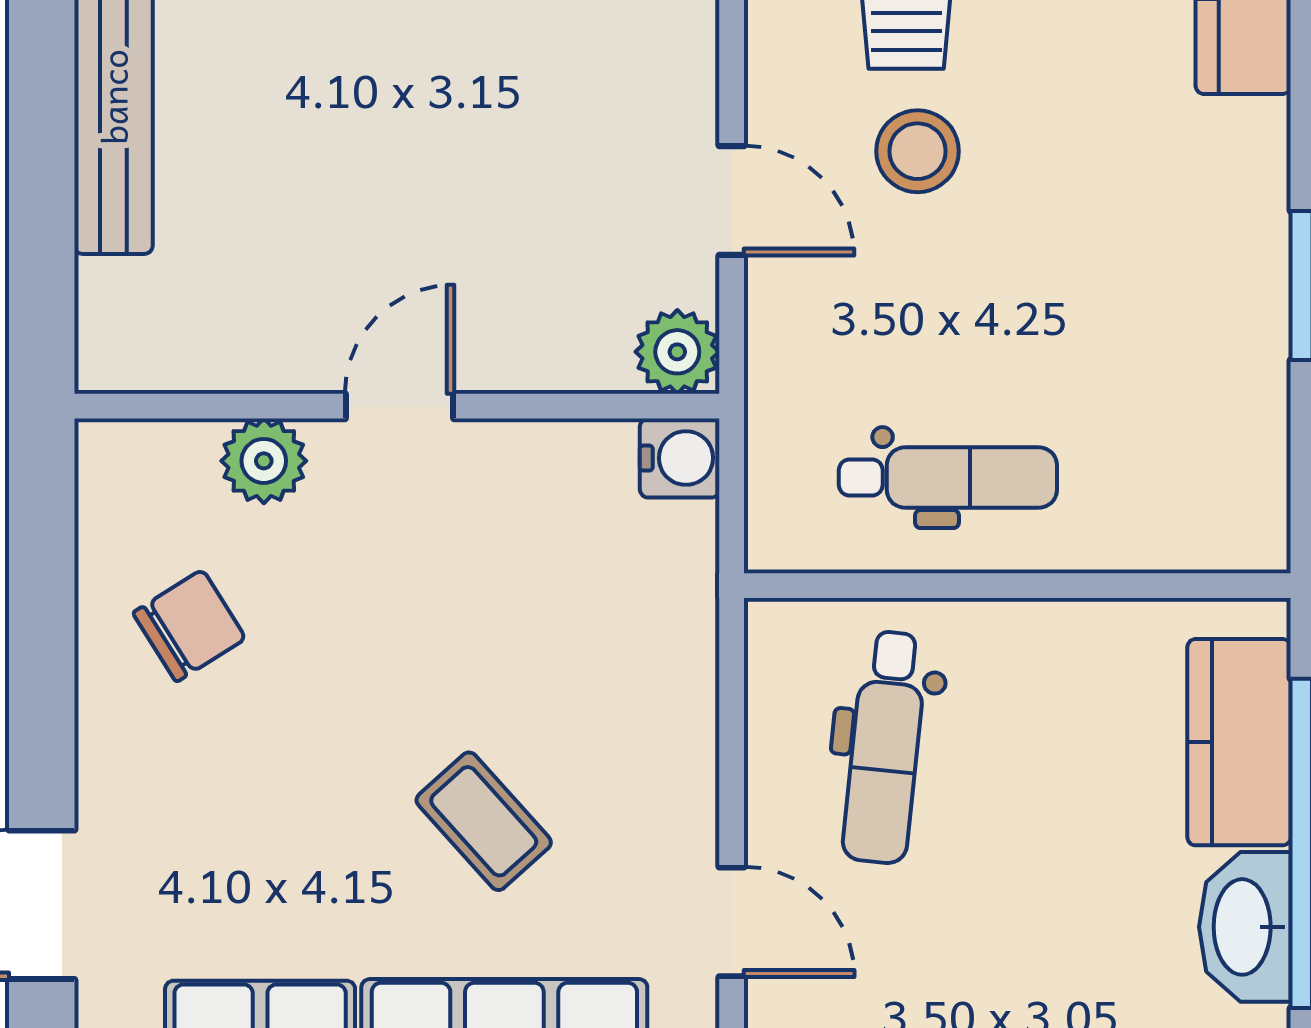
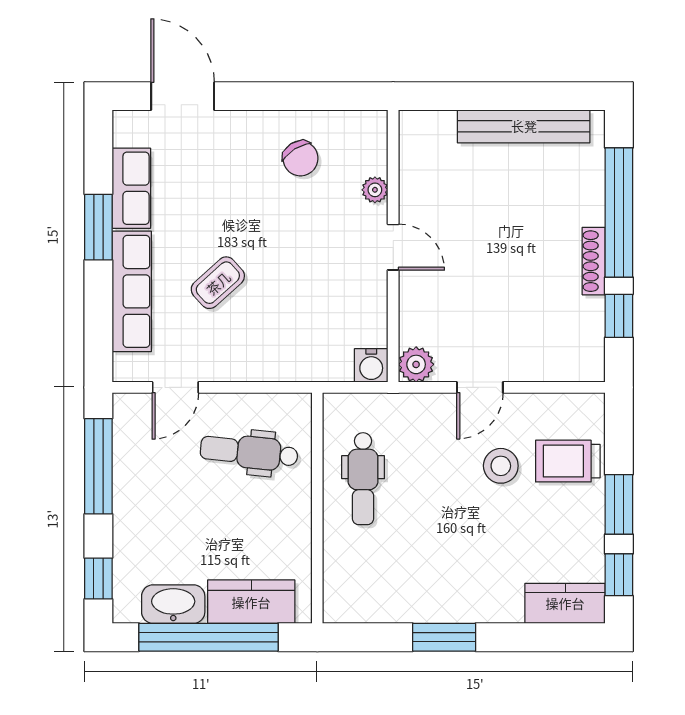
plant: (264, 461) -> (375, 190), width x0.73, depth x0.73

